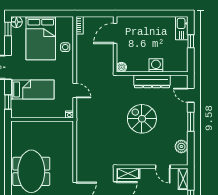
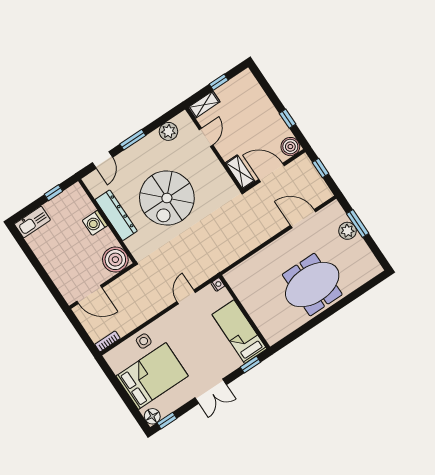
window: (191, 41) -> (53, 193), moved
boiler: (121, 67) -> (115, 260), width x1.86, depth x1.86
bed: (32, 89) -> (239, 332), moved
spiral stairs: (142, 119) -> (167, 198), width x1.37, depth x1.37

